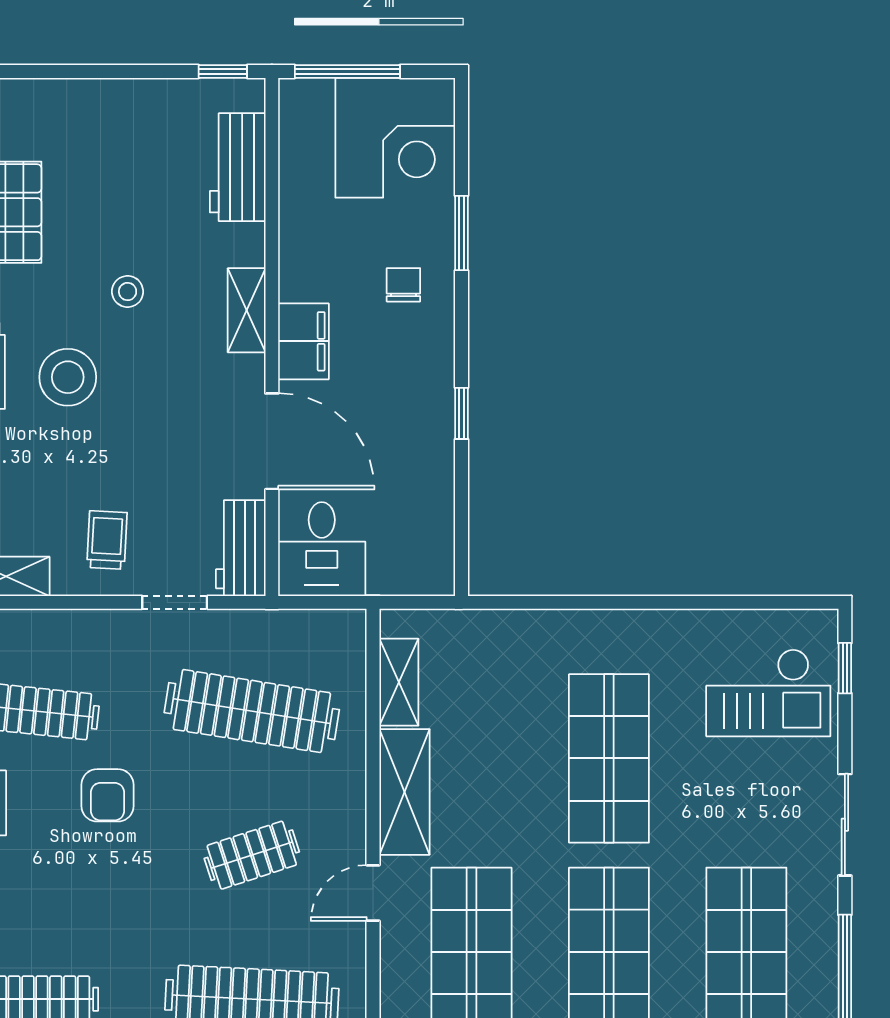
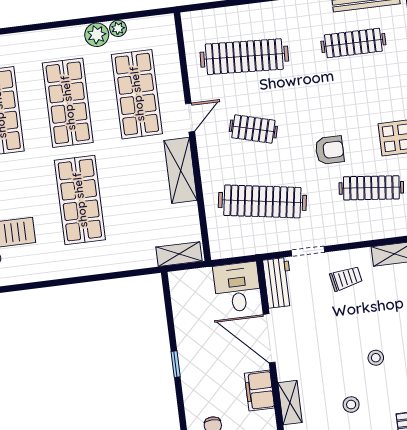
stool: (68, 377) -> (376, 358), width x0.53, depth x0.53
trolley: (107, 540) -> (346, 278), turned -104
shelving: (399, 682) -> (179, 254), moved, turned 90
armchair: (107, 795) -> (330, 150), turned 90
clothes rail: (252, 855) -> (253, 129), turned 33

